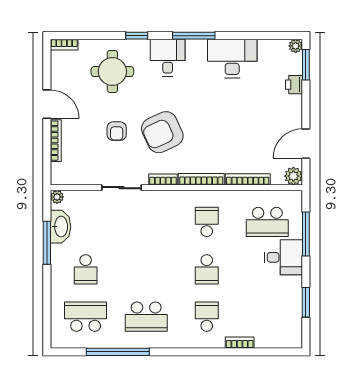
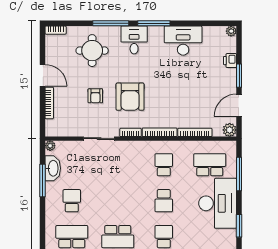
window: (137, 36) -> (111, 23), width x2.17
window: (306, 65) -> (239, 76), moved
armchair: (162, 132) -> (130, 97), turned -65
school desk: (267, 222) -> (210, 165), turned 180
desk: (283, 257) -> (218, 203), width x1.87, depth x1.30
school desk: (86, 269) -> (72, 201), turned 180

